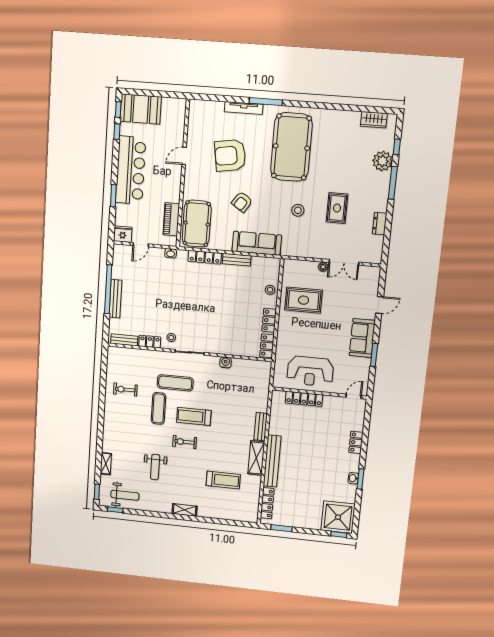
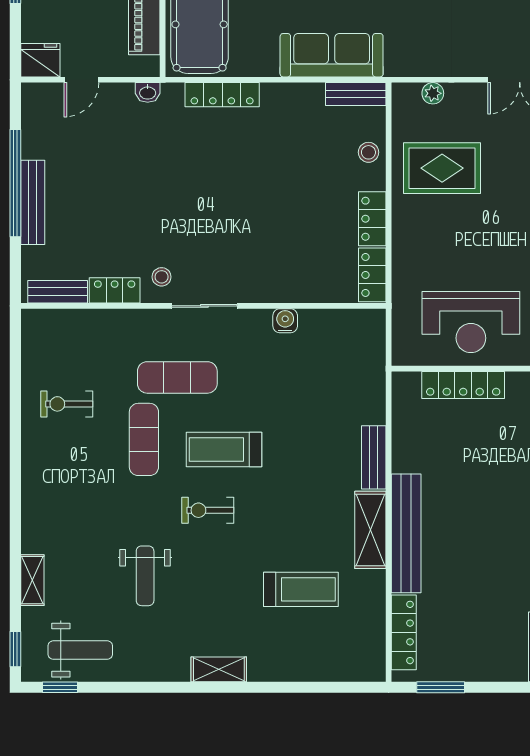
bench: (237, 260) -> (356, 94), moved
plant: (323, 267) -> (433, 93), moved

